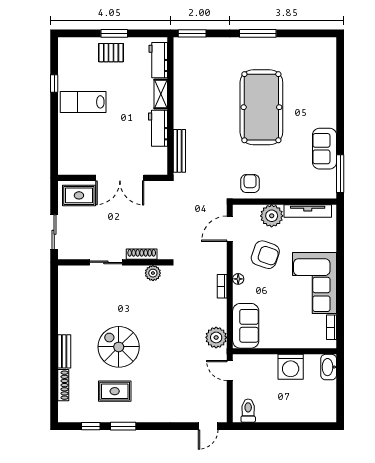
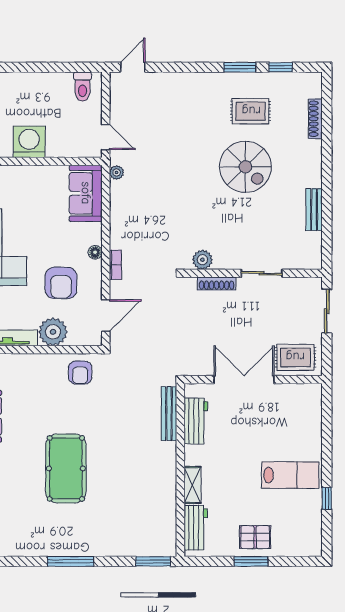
pool table: (261, 107) -> (66, 468), width x0.73, depth x0.76
workbench: (158, 128) -> (196, 421), moved
armchair: (265, 255) -> (61, 283), turned -109
bookcase: (222, 286) -> (115, 265), moved
plant: (216, 337) -> (117, 172), width x0.53, depth x0.53
bench: (64, 351) -> (314, 210), moved

